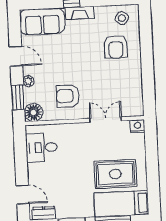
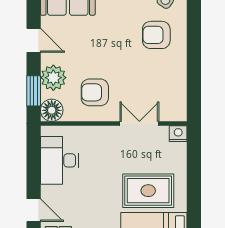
armchair: (116, 47) -> (156, 35), turned 90
plant: (28, 81) -> (53, 78), width x1.88, depth x1.88
desk: (42, 148) -> (59, 160), width x1.37

